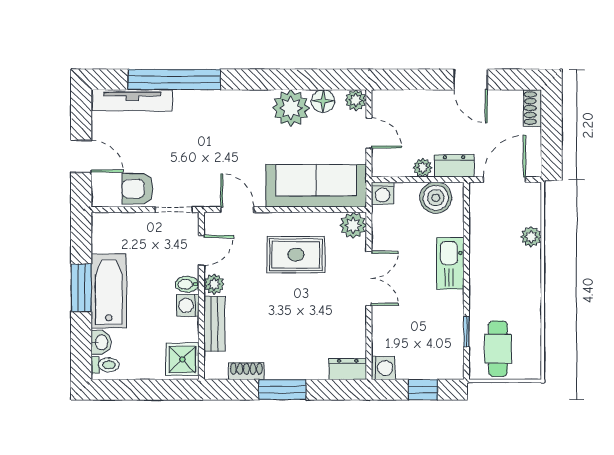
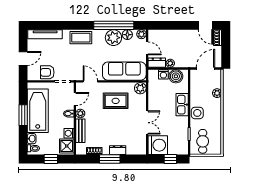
window: (174, 79) -> (114, 25), moved
door: (471, 79) -> (205, 25), moved
coffee table: (215, 108) -> (81, 38), added
door: (81, 156) -> (23, 58), hinge flipped
dresser: (454, 166) -> (157, 63), moved
washing machine: (383, 193) -> (163, 74), moved
double door: (369, 278) -> (147, 123), moved
side table: (485, 283) -> (197, 113), added
bathtub: (109, 291) -> (38, 111), width x1.36, depth x1.36
washing machine: (188, 305) -> (69, 133), moved
washing machine: (383, 368) -> (158, 145), width x1.89, depth x1.89
dresser: (348, 369) -> (118, 150), moved
window: (146, 390) -> (51, 159), added

